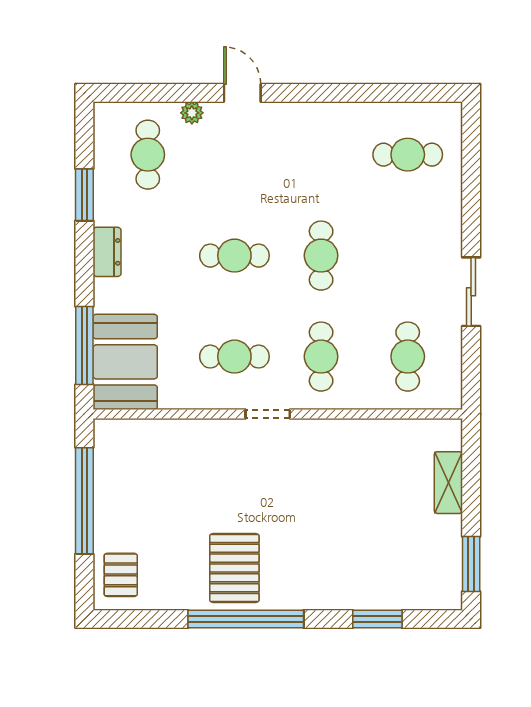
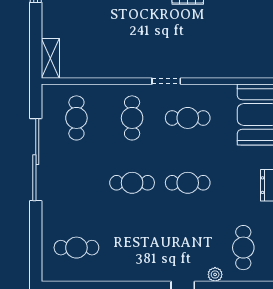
cafe table: (321, 256) -> (132, 183), turned 90
sliding door: (471, 292) -> (36, 160), width x1.86
shelving: (448, 483) -> (50, 58), moved

